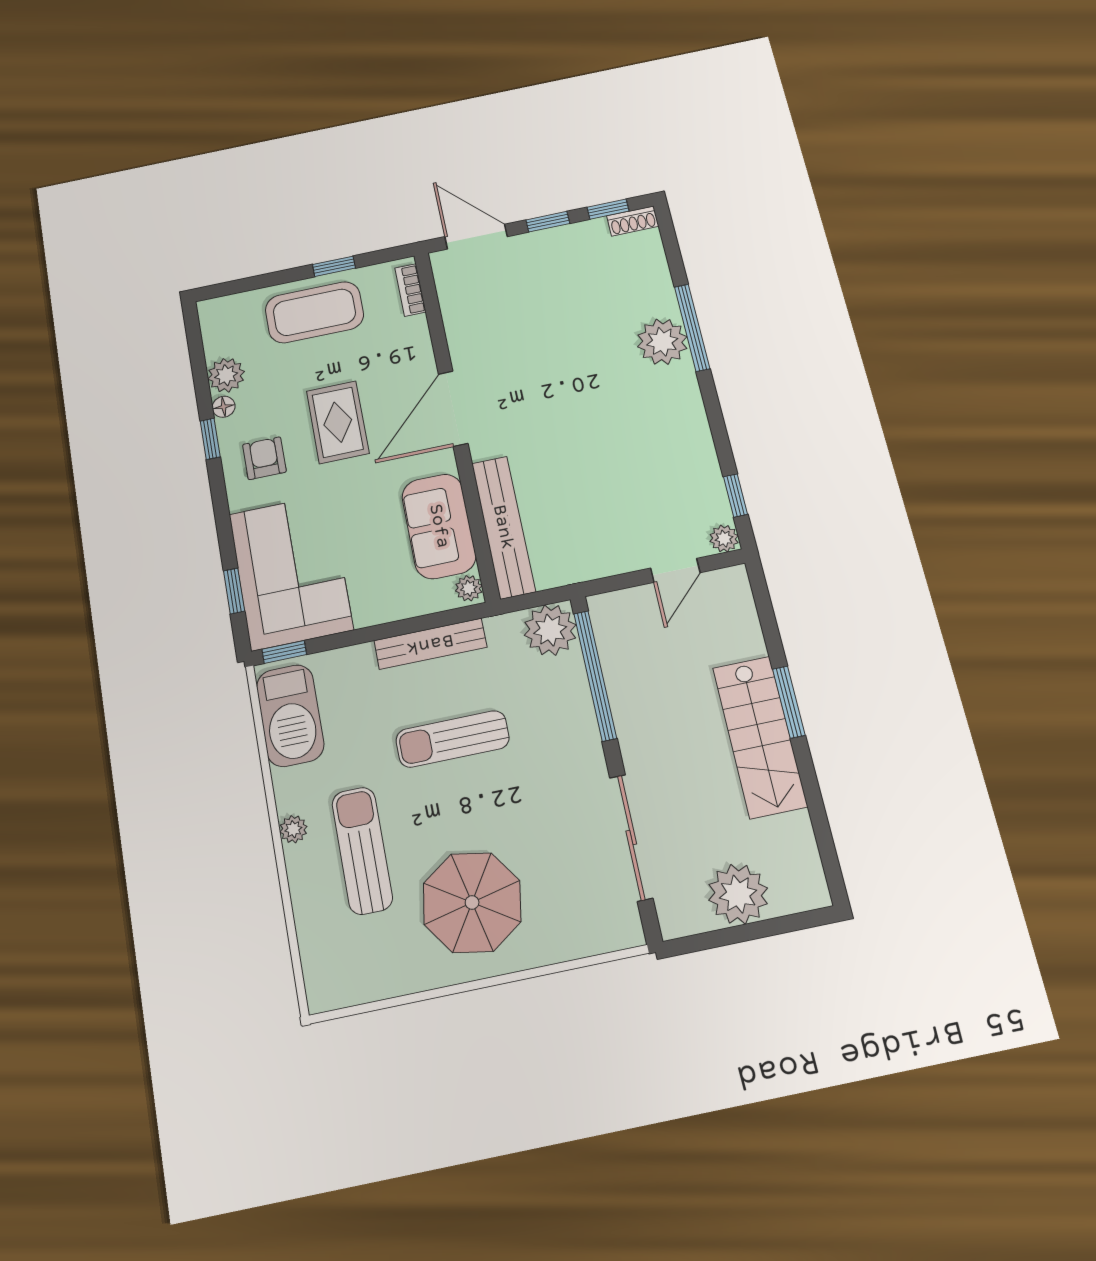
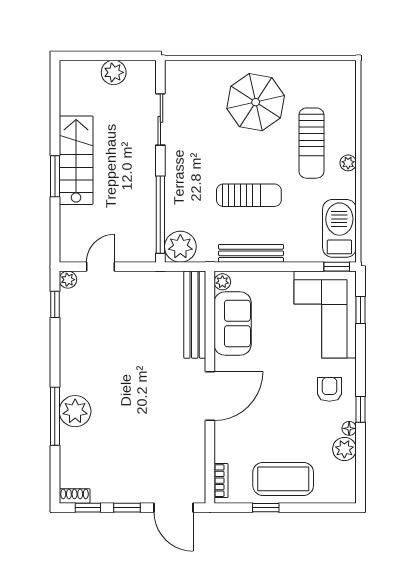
rug: (338, 422) -> (281, 403), removed
armchair: (264, 458) -> (329, 389), turned 180
sliding door: (631, 837) -> (160, 119), width x0.73
plant: (738, 894) -> (114, 72), width x0.73, depth x0.73

